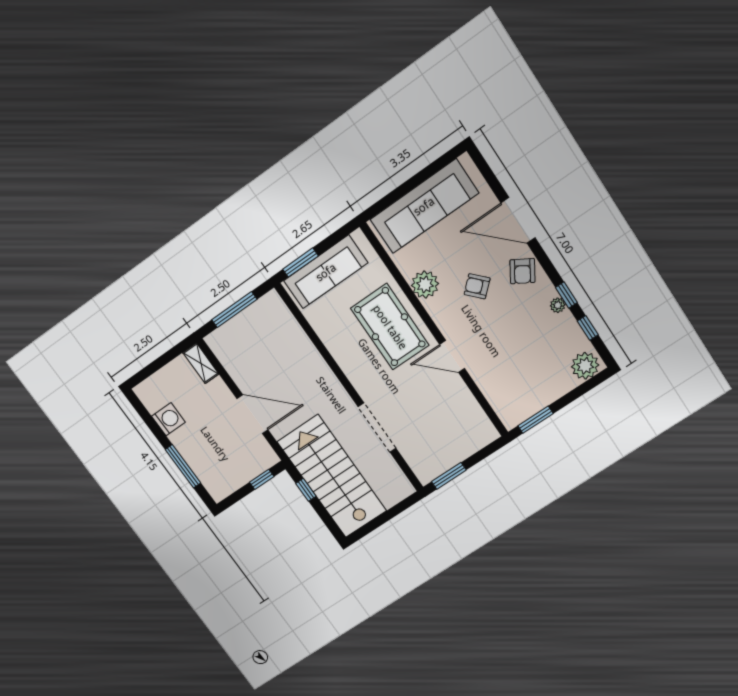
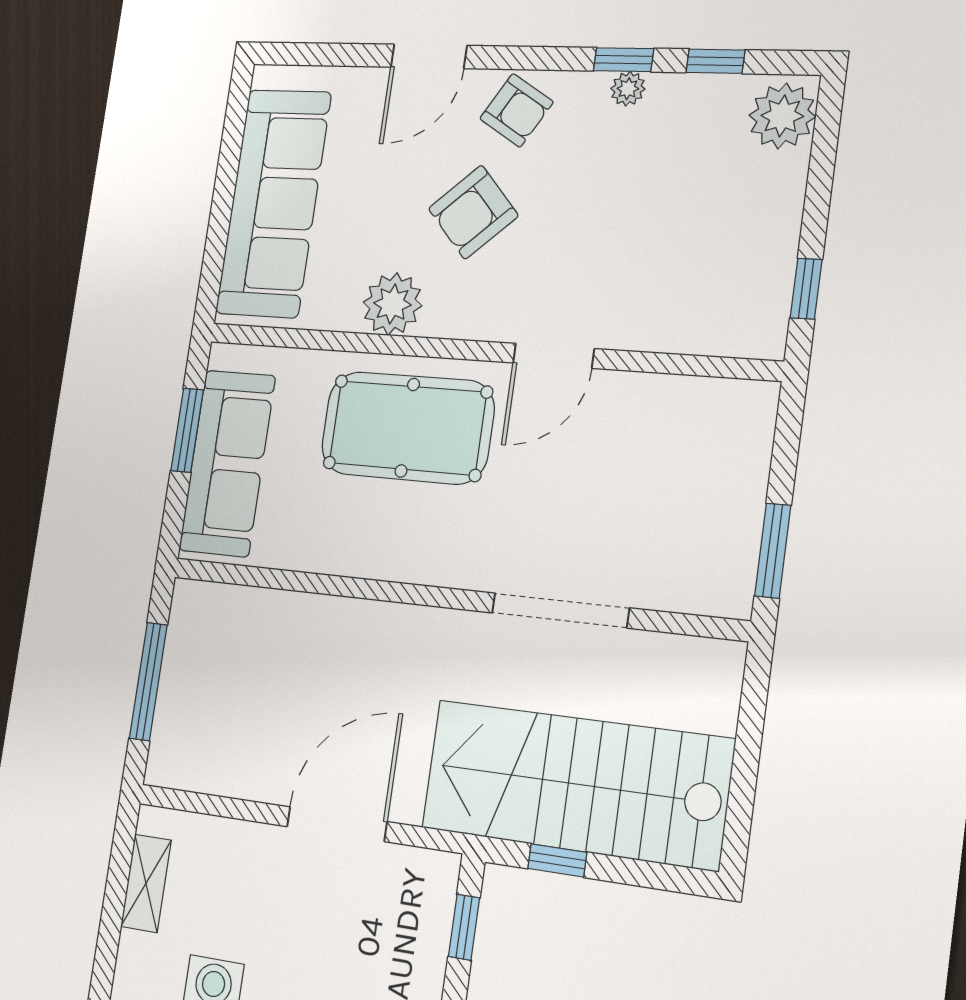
door: (518, 220) -> (429, 56), width x0.73
window: (300, 263) -> (187, 430), moved
armchair: (477, 286) -> (473, 212), width x1.38, depth x1.38
shelving: (201, 363) -> (146, 883), moved, turned 90
window: (536, 420) -> (806, 289), width x0.67

